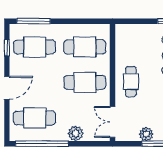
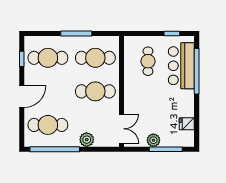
window: (33, 21) -> (76, 33), moved
cafe table: (131, 82) -> (148, 61), moved
double door: (112, 122) -> (121, 129), swing flipped

